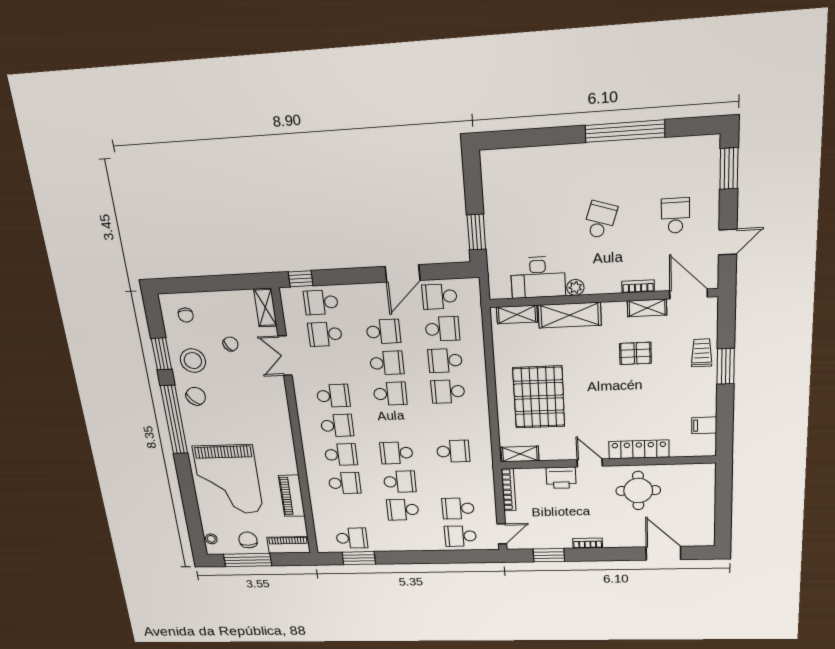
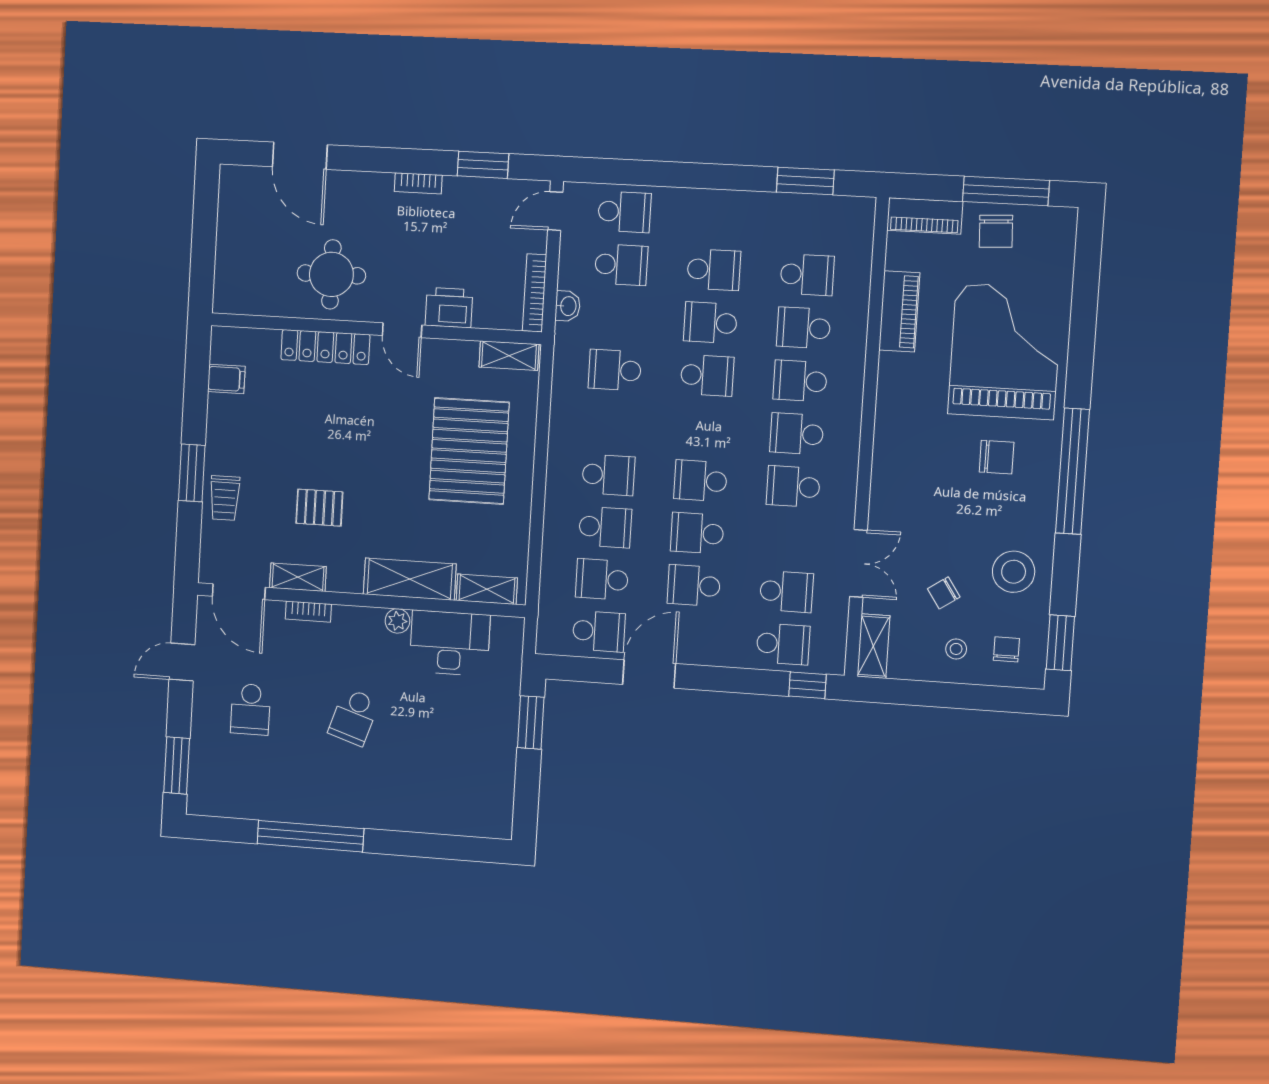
window: (161, 354) -> (1060, 643), moved
chair: (196, 396) -> (997, 457), moved, turned -134
washbasin: (487, 484) -> (568, 306), added
school desk: (352, 538) -> (807, 275), moved, turned 180
stool: (211, 539) -> (956, 649), moved

